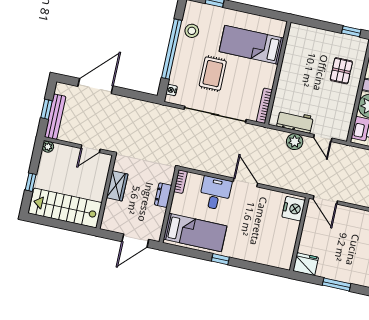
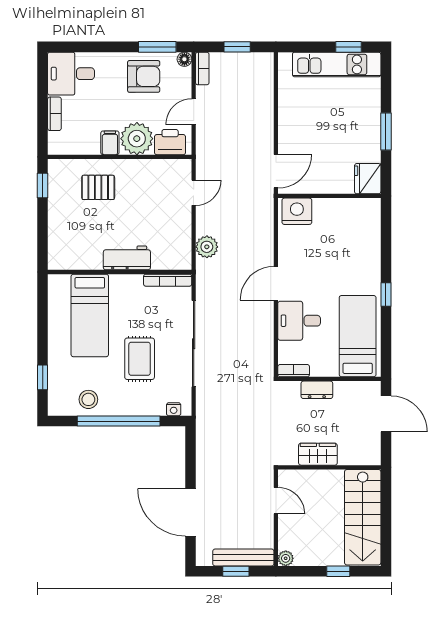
rug: (213, 74) -> (140, 359), turned 90
workbench: (295, 121) -> (127, 258), moved, turned 90
plant: (295, 142) -> (207, 247), moved

